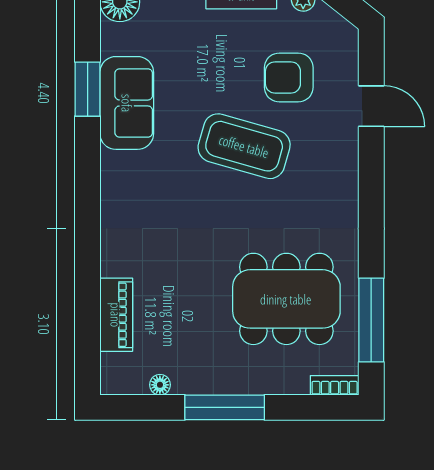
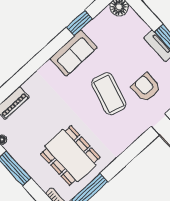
sofa: (127, 103) -> (74, 53), moved

